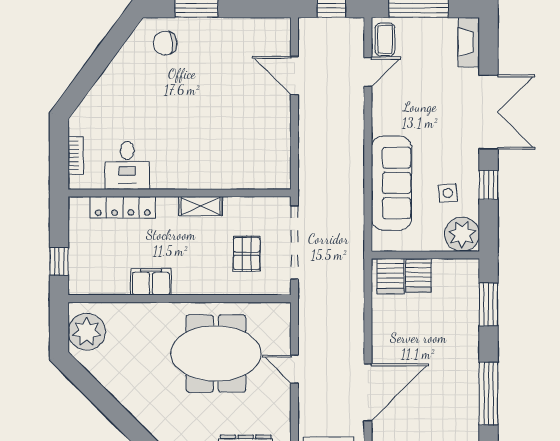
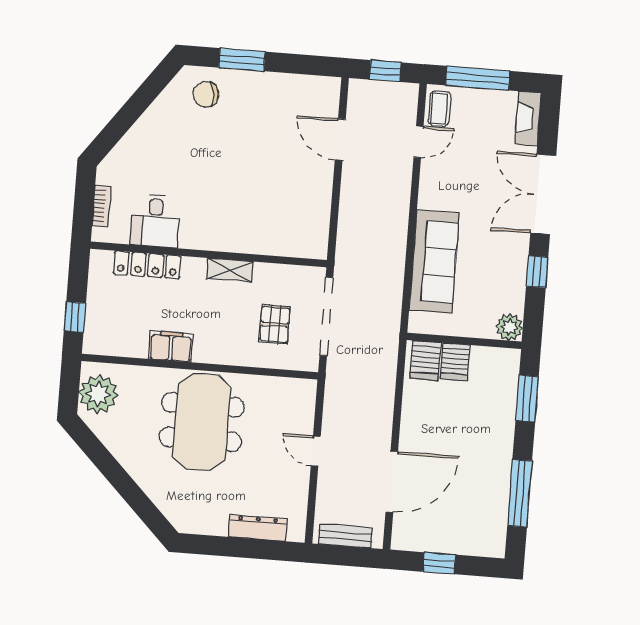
double door: (488, 112) -> (543, 194), swing flipped
side table: (448, 193) -> (493, 277), removed
plant: (462, 234) -> (509, 327), width x0.73, depth x0.73
meeting table: (216, 353) -> (202, 422), moved, turned 90

